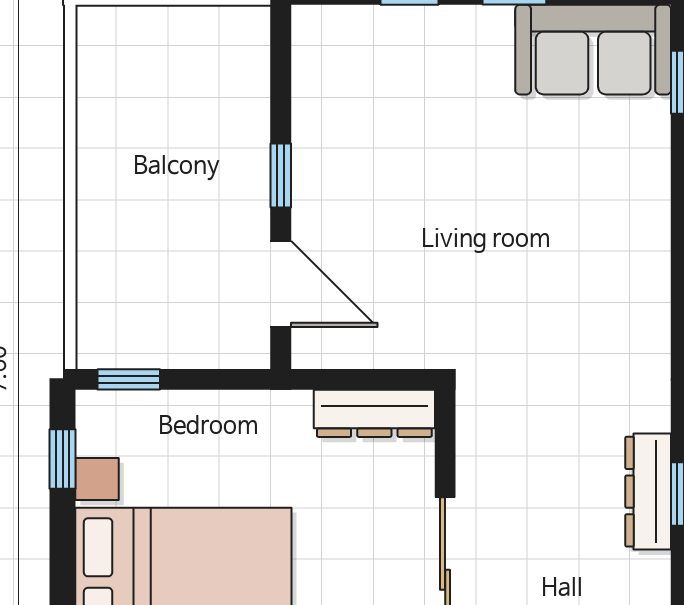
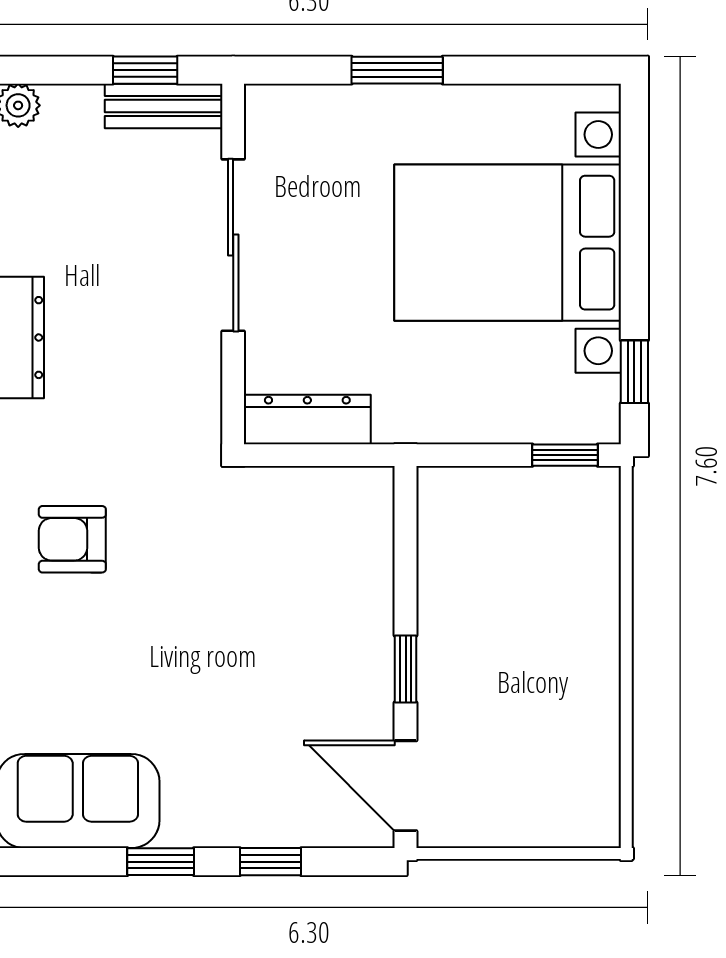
door: (281, 284) -> (406, 786), moved
armchair: (598, 299) -> (72, 539), added

